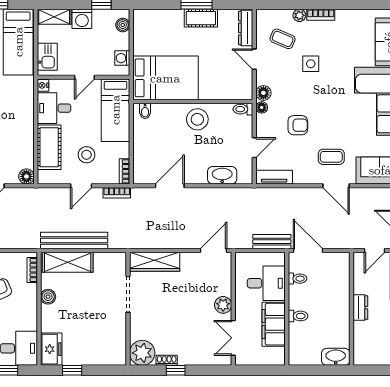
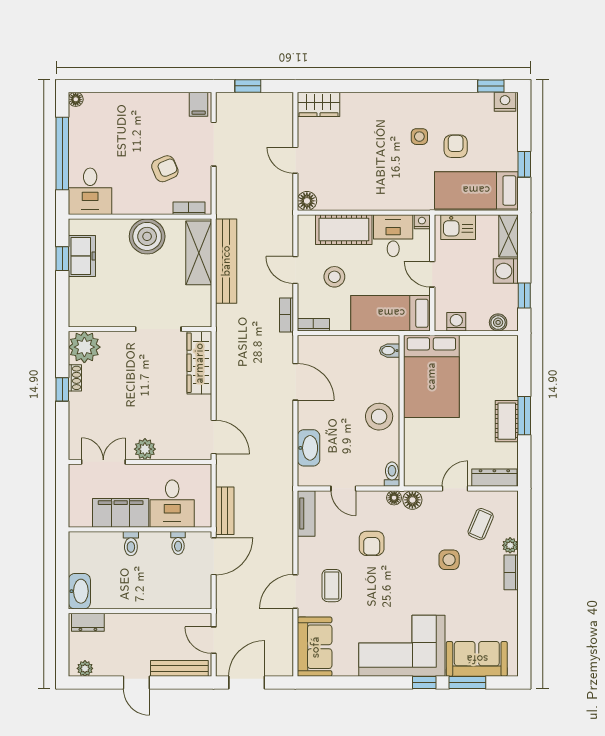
boiler: (48, 297) -> (147, 236), width x1.86, depth x1.86
dresser: (360, 308) -> (88, 622), moved
freezer: (51, 349) -> (82, 256), moved, turned -90

